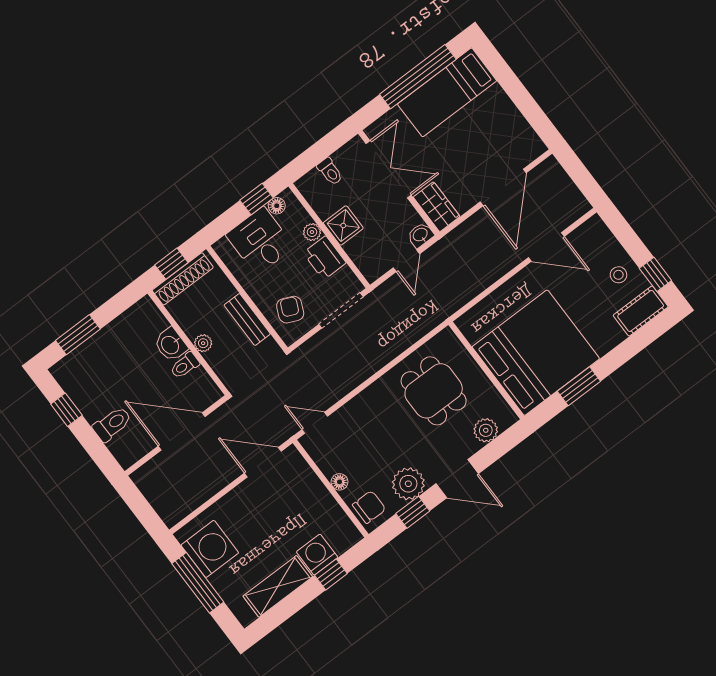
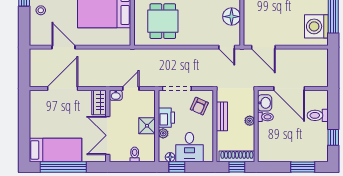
washbasin: (171, 345) -> (265, 103), moved
floor lamp: (340, 482) -> (232, 17), width x1.89, depth x1.89

